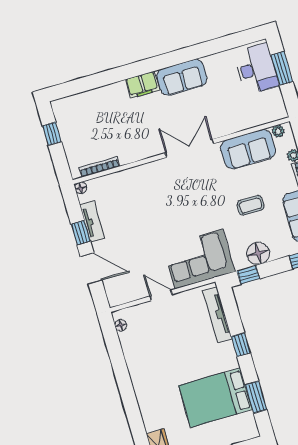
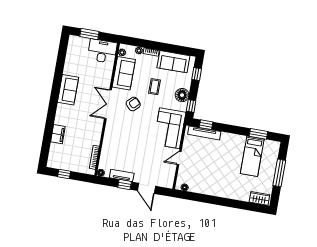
desk: (256, 69) -> (102, 51), moved
filing cabinet: (142, 85) -> (58, 134), moved
armchair: (209, 186) -> (133, 104), added
door: (91, 269) -> (146, 188), swing flipped
window: (241, 345) -> (206, 125), moved
bed: (216, 397) -> (252, 156), width x0.67

